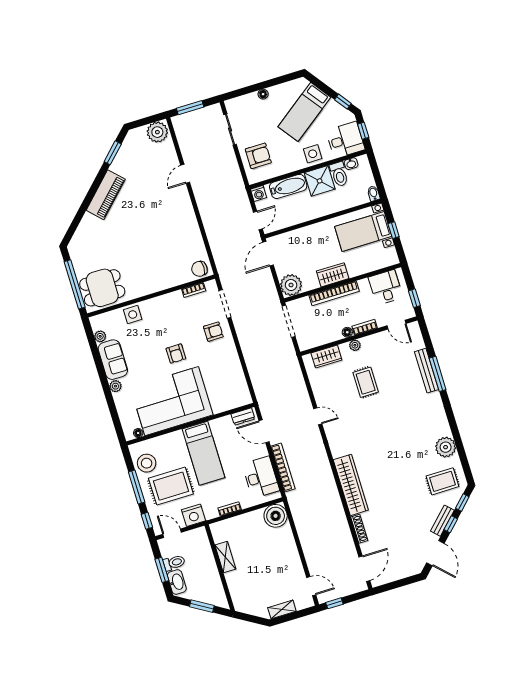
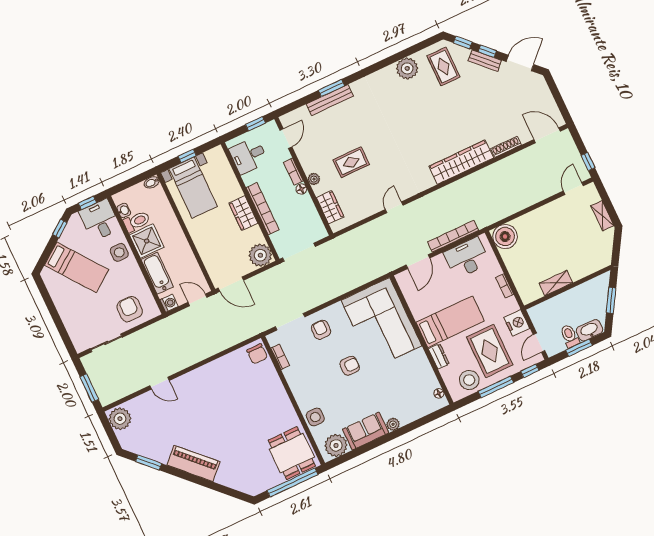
floor lamp: (263, 94) -> (64, 313), removed
plant: (100, 336) -> (336, 445), width x1.87, depth x1.87
window: (438, 374) -> (331, 88), width x0.69
corner sofa: (172, 401) -> (381, 323), moved
dresser: (243, 416) -> (439, 356), moved

